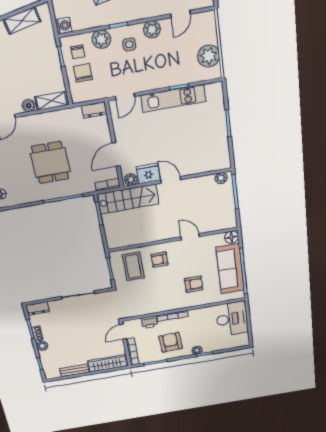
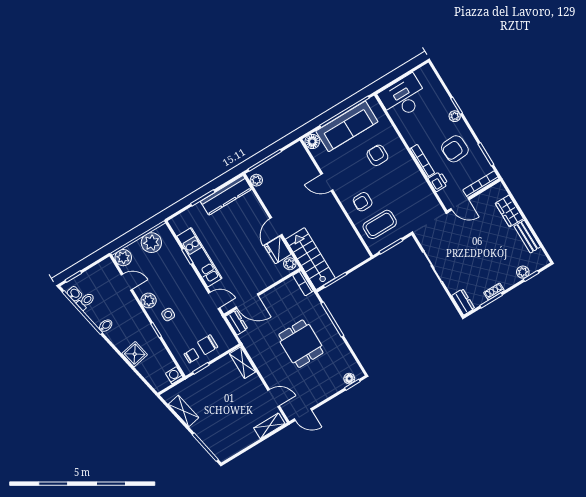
plant: (101, 39) -> (123, 258), moved
boiler: (29, 106) -> (255, 381), removed
kitchen counter: (220, 146) -> (226, 195), added
door: (116, 154) -> (247, 301), moved
dining table: (50, 163) -> (301, 344), turned 90
door: (190, 237) -> (327, 182), hinge flipped
armchair: (159, 260) -> (363, 202), turned 90
plant: (42, 346) -> (523, 272), moved
wardrobe: (107, 363) -> (509, 211), width x0.67

